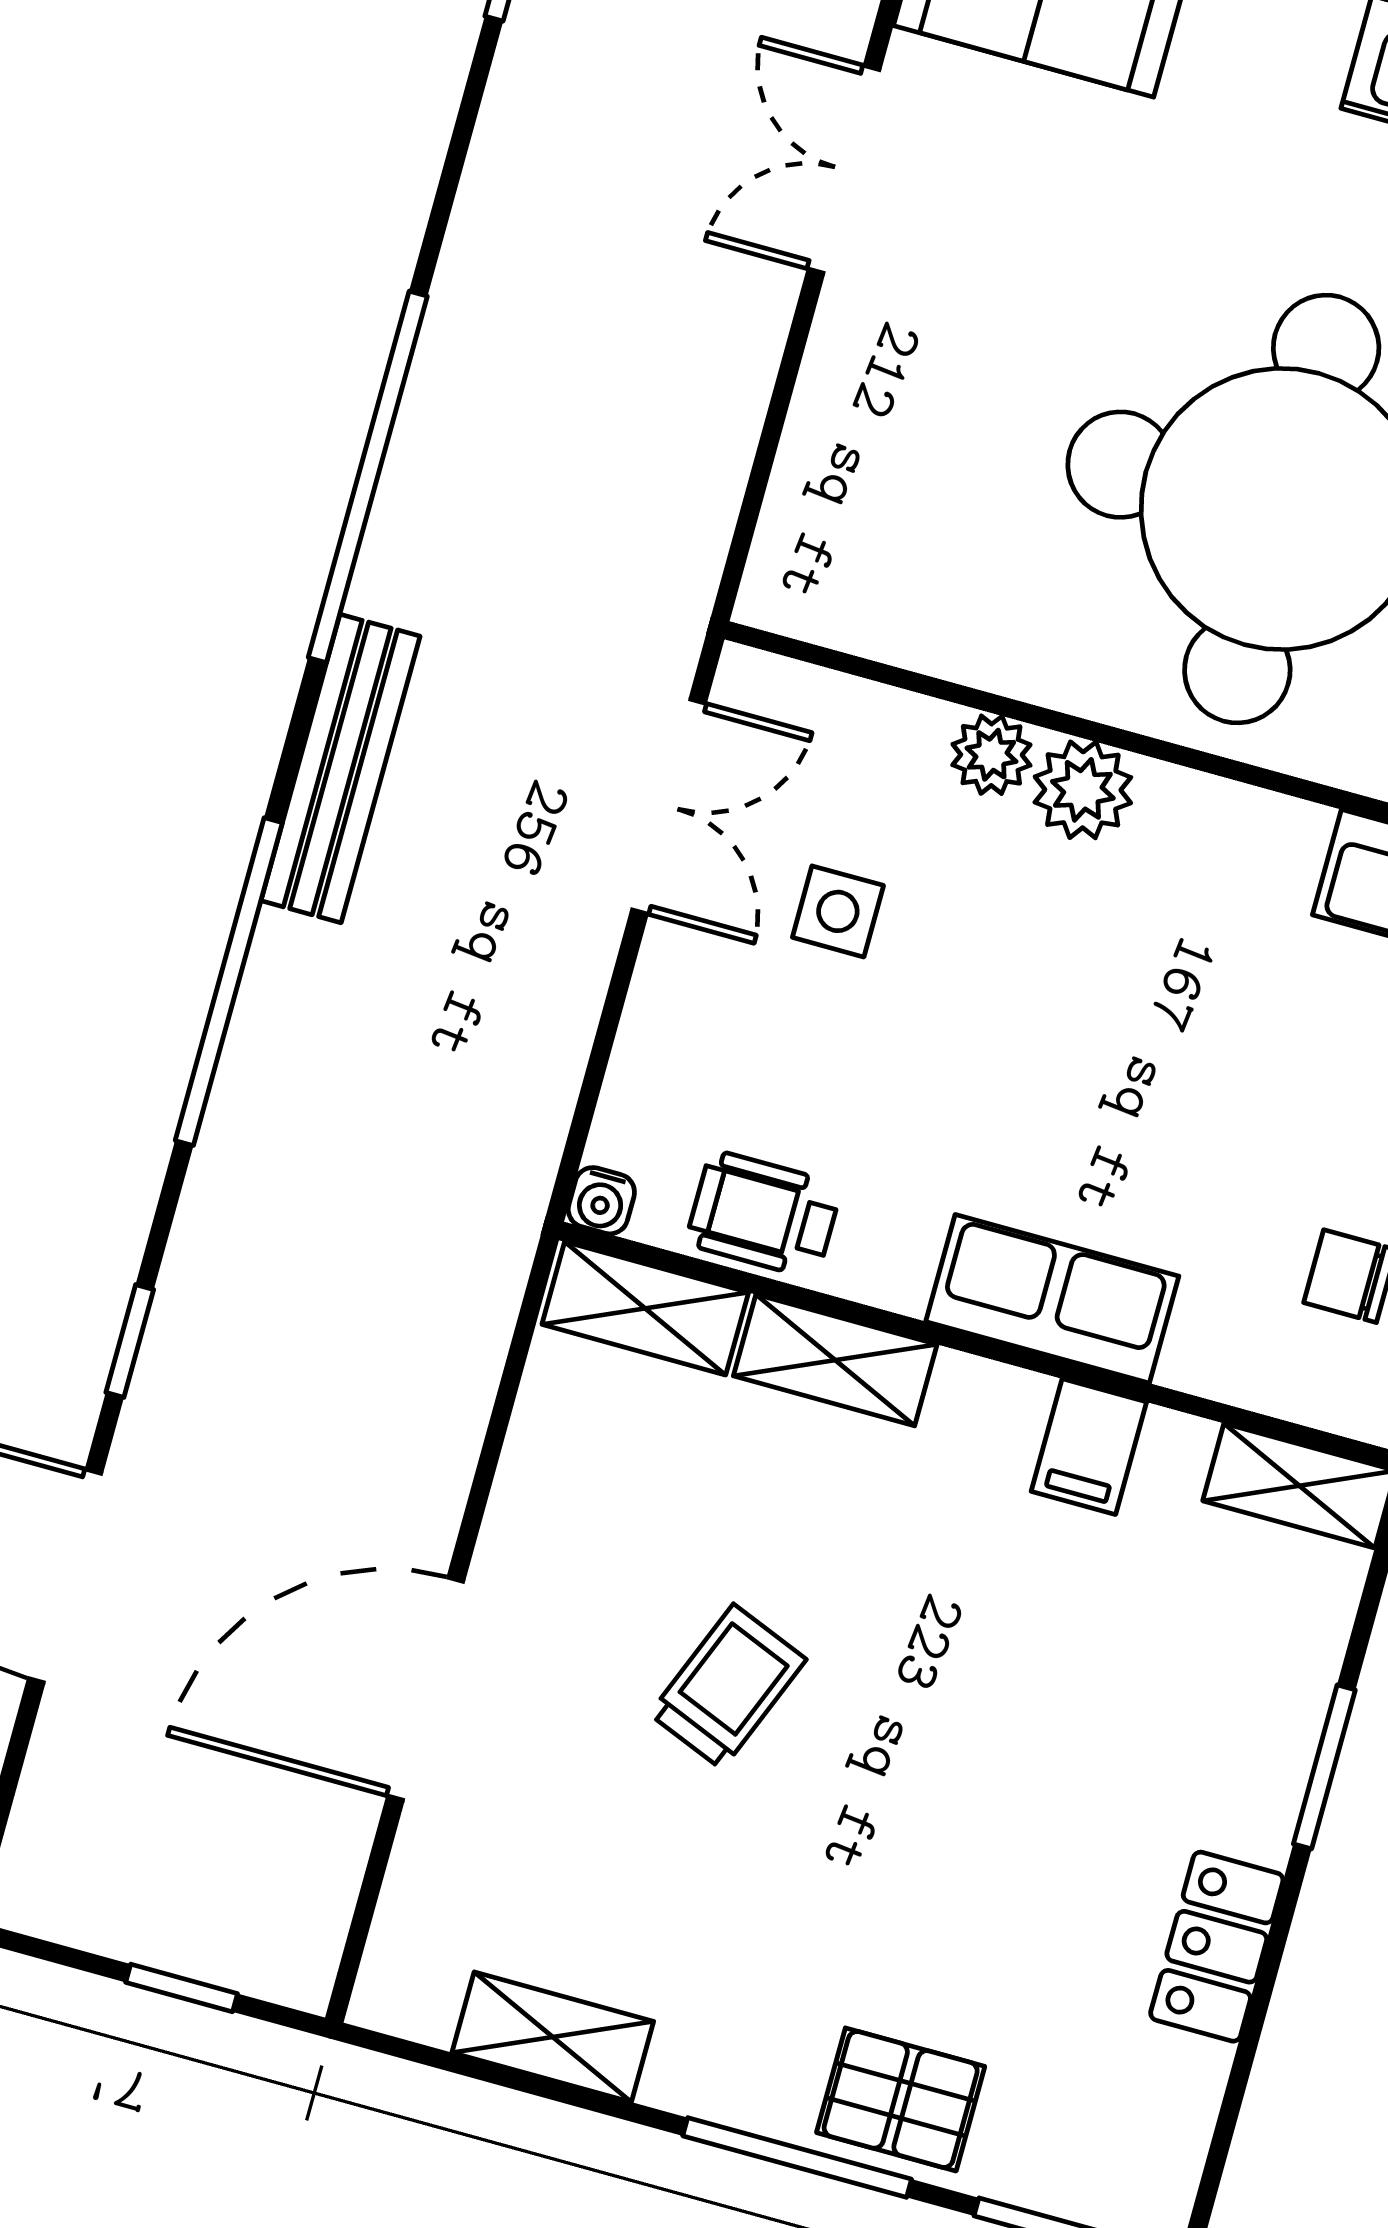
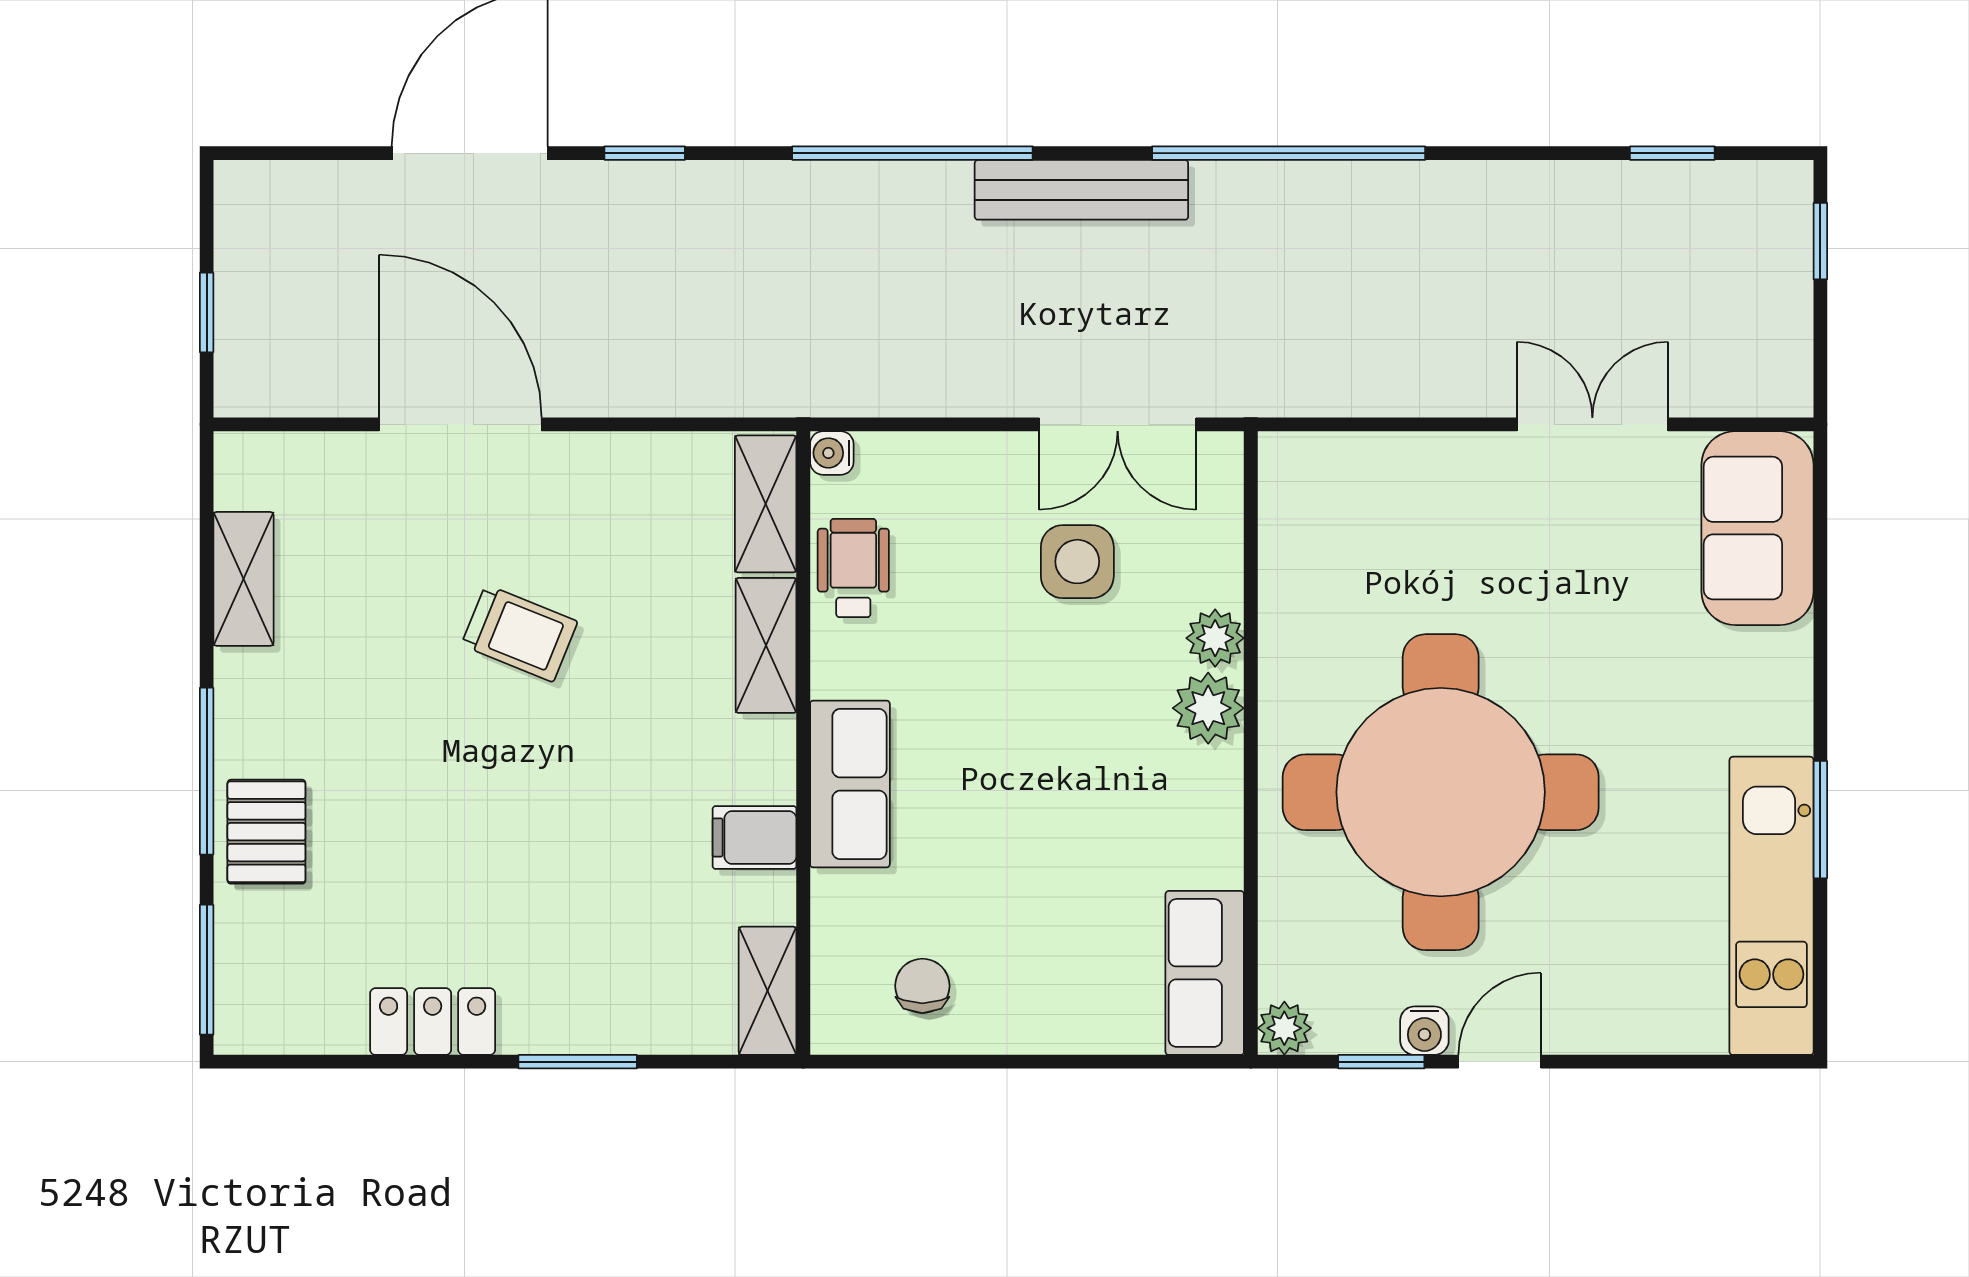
side table: (838, 911) -> (1077, 562), width x1.37, depth x1.37

